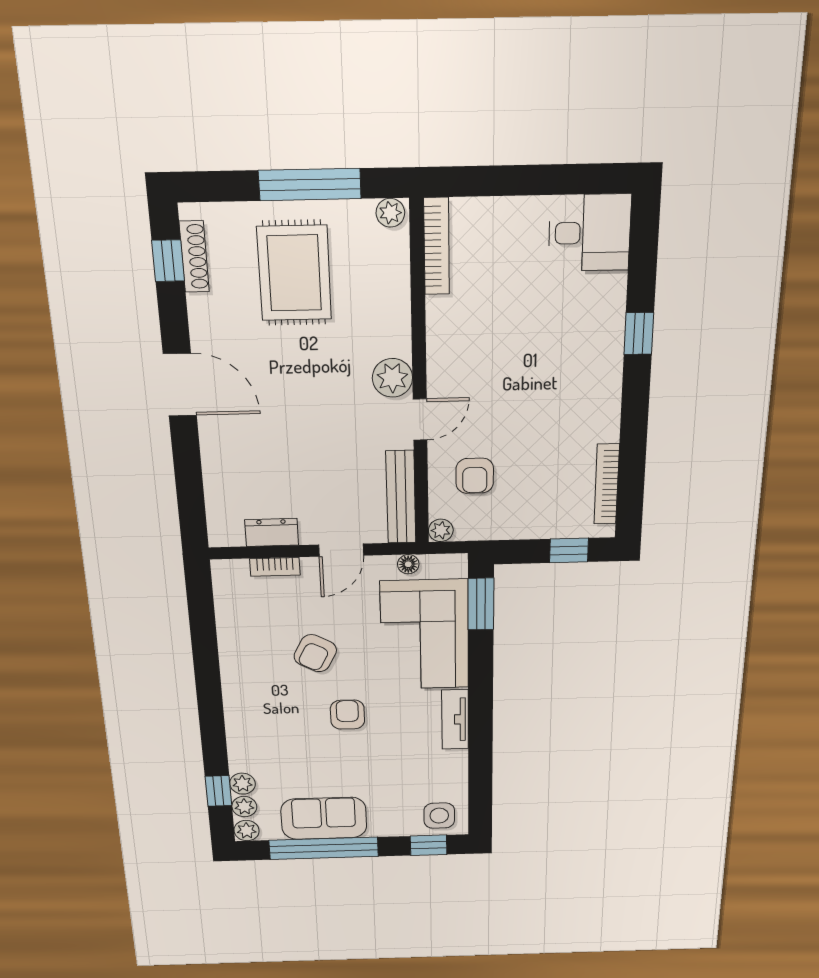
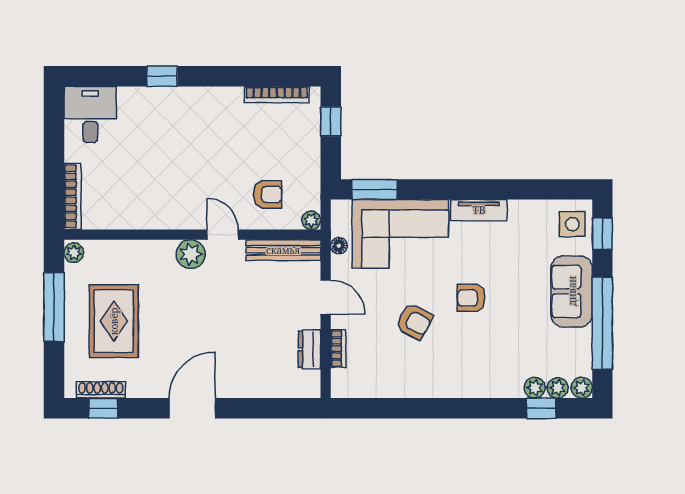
bookcase: (437, 246) -> (73, 196), moved, turned 90
rug: (294, 273) -> (114, 321), turned 90
sofa: (324, 818) -> (572, 291), moved

